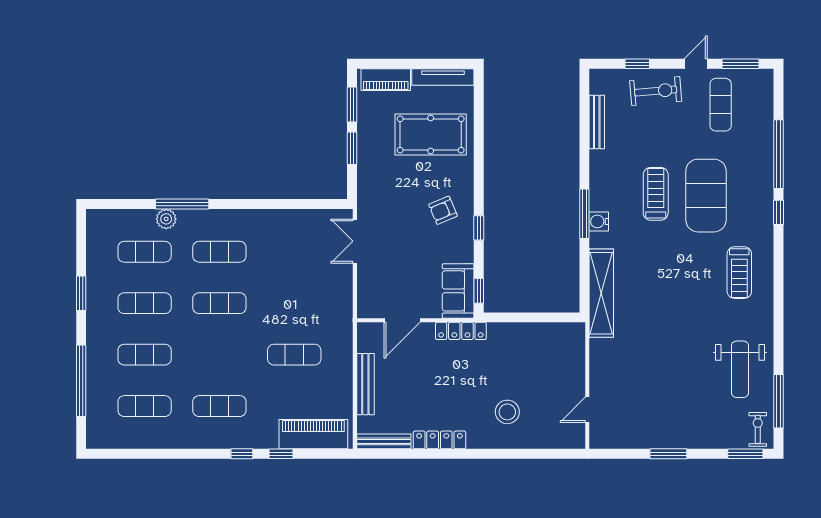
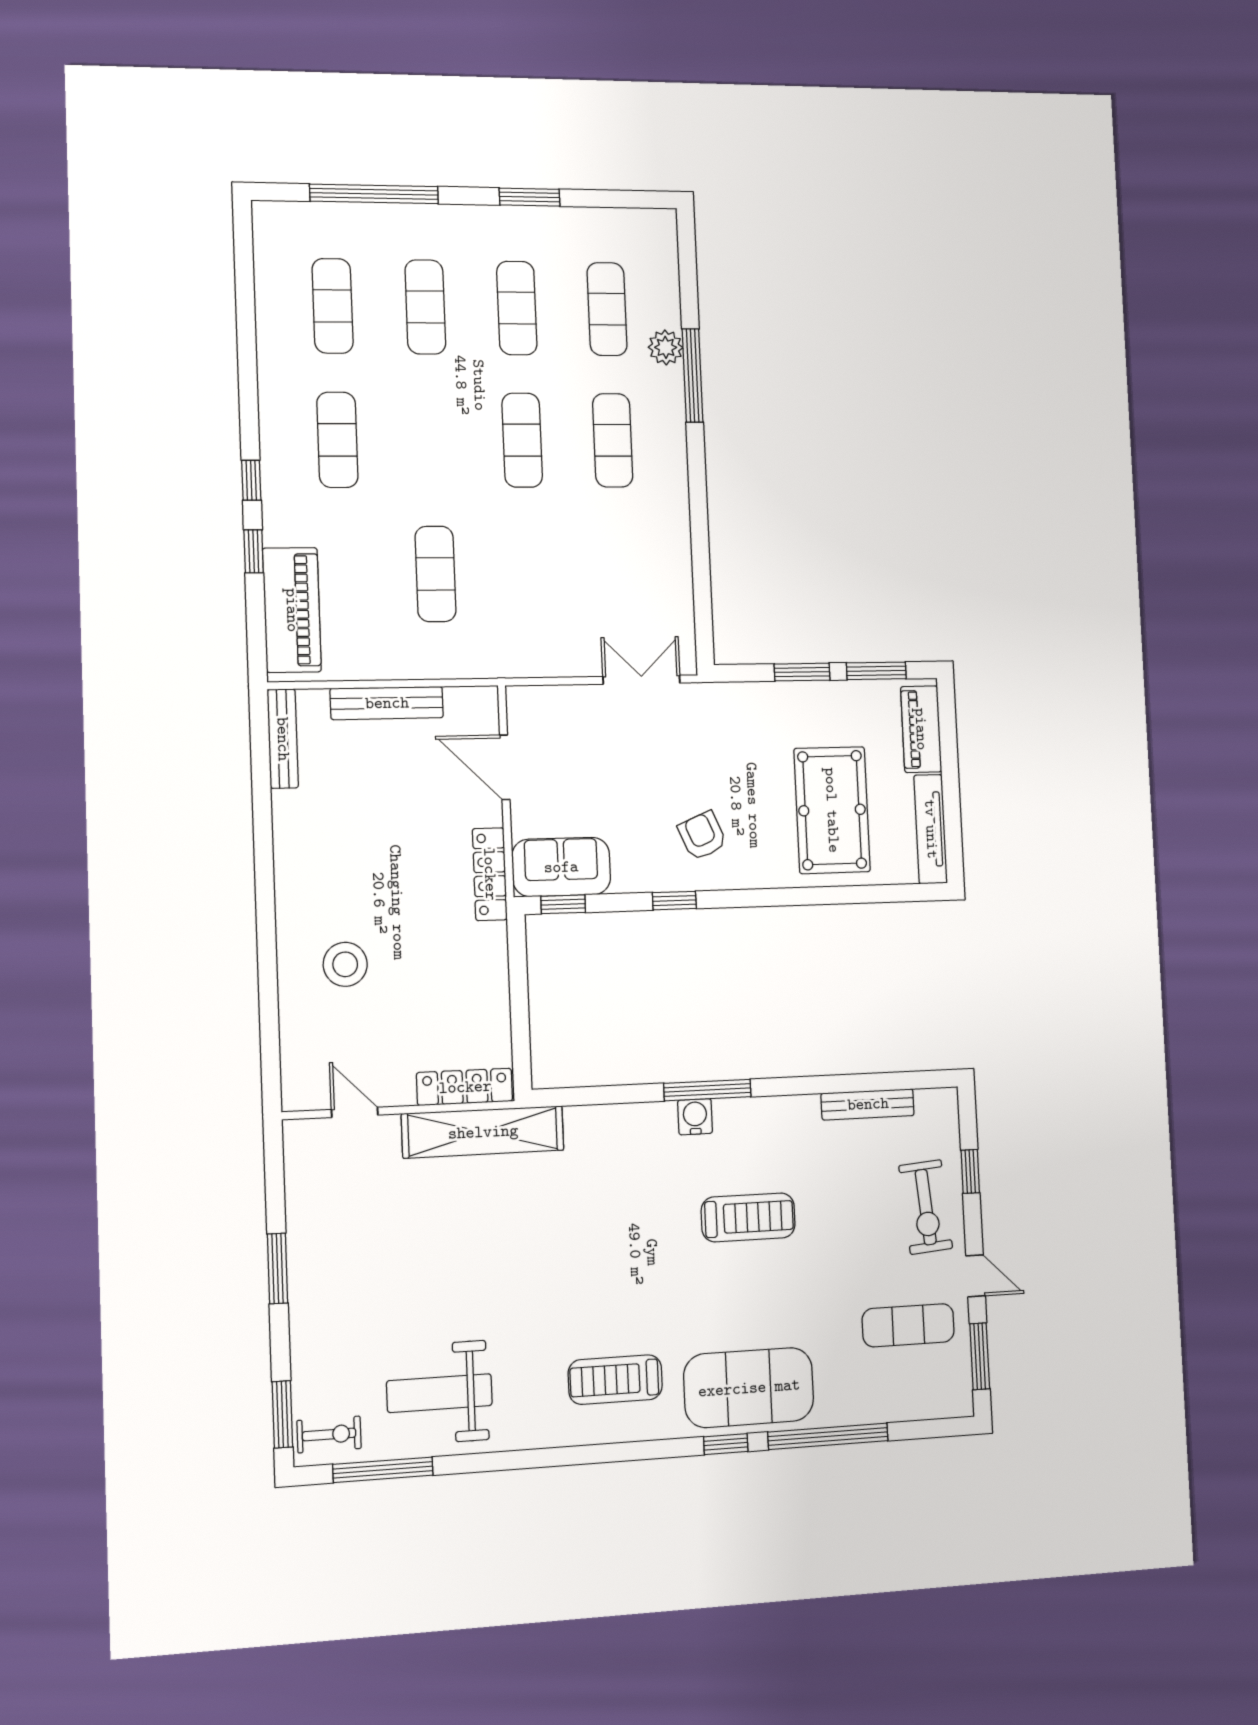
exercise mat: (706, 196) -> (749, 1388), moved
shelving: (601, 293) -> (483, 1132), moved
locker: (439, 440) -> (465, 1087), moved, turned -90

